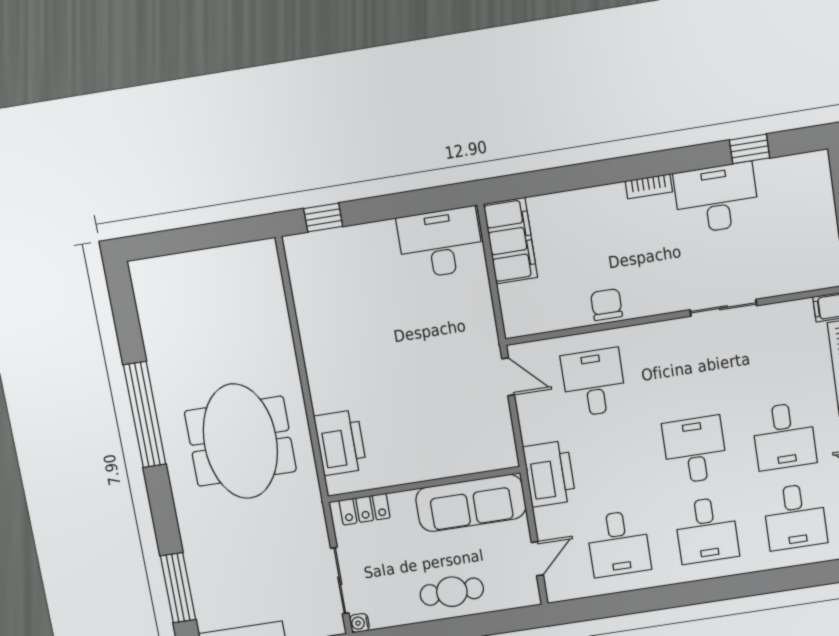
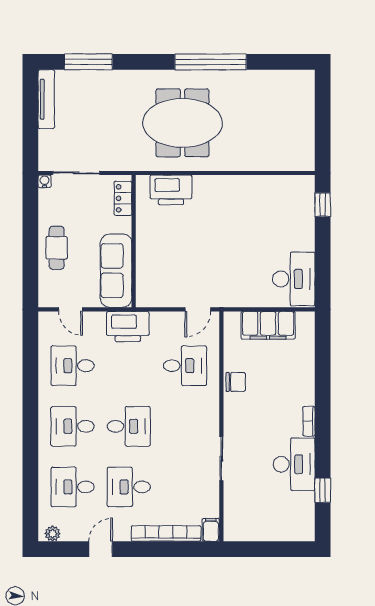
filing cabinet: (510, 241) -> (268, 325), moved

